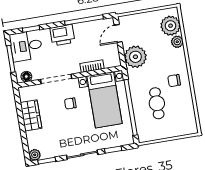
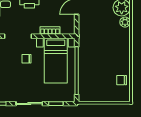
plant: (135, 57) -> (88, 29), removed
chair: (174, 81) -> (122, 80), moved
cafe table: (157, 103) -> (99, 71), removed

